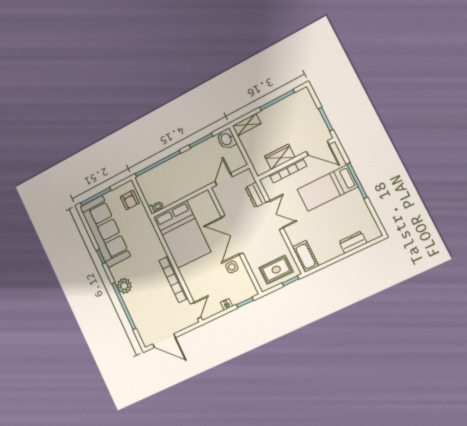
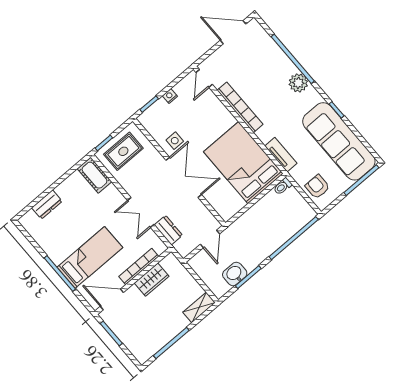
washbasin: (227, 139) -> (235, 274), moved, turned -90
tv unit: (151, 233) -> (281, 155), added

